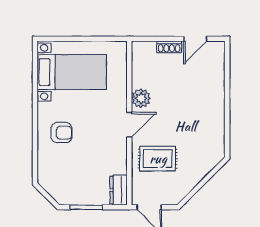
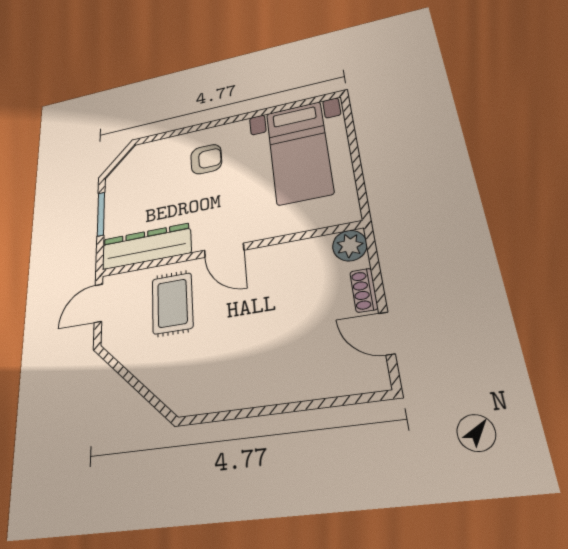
plant: (141, 98) -> (350, 246), moved
armchair: (62, 133) -> (206, 159), turned -90
dresser: (119, 190) -> (146, 246), width x1.96, depth x1.24

